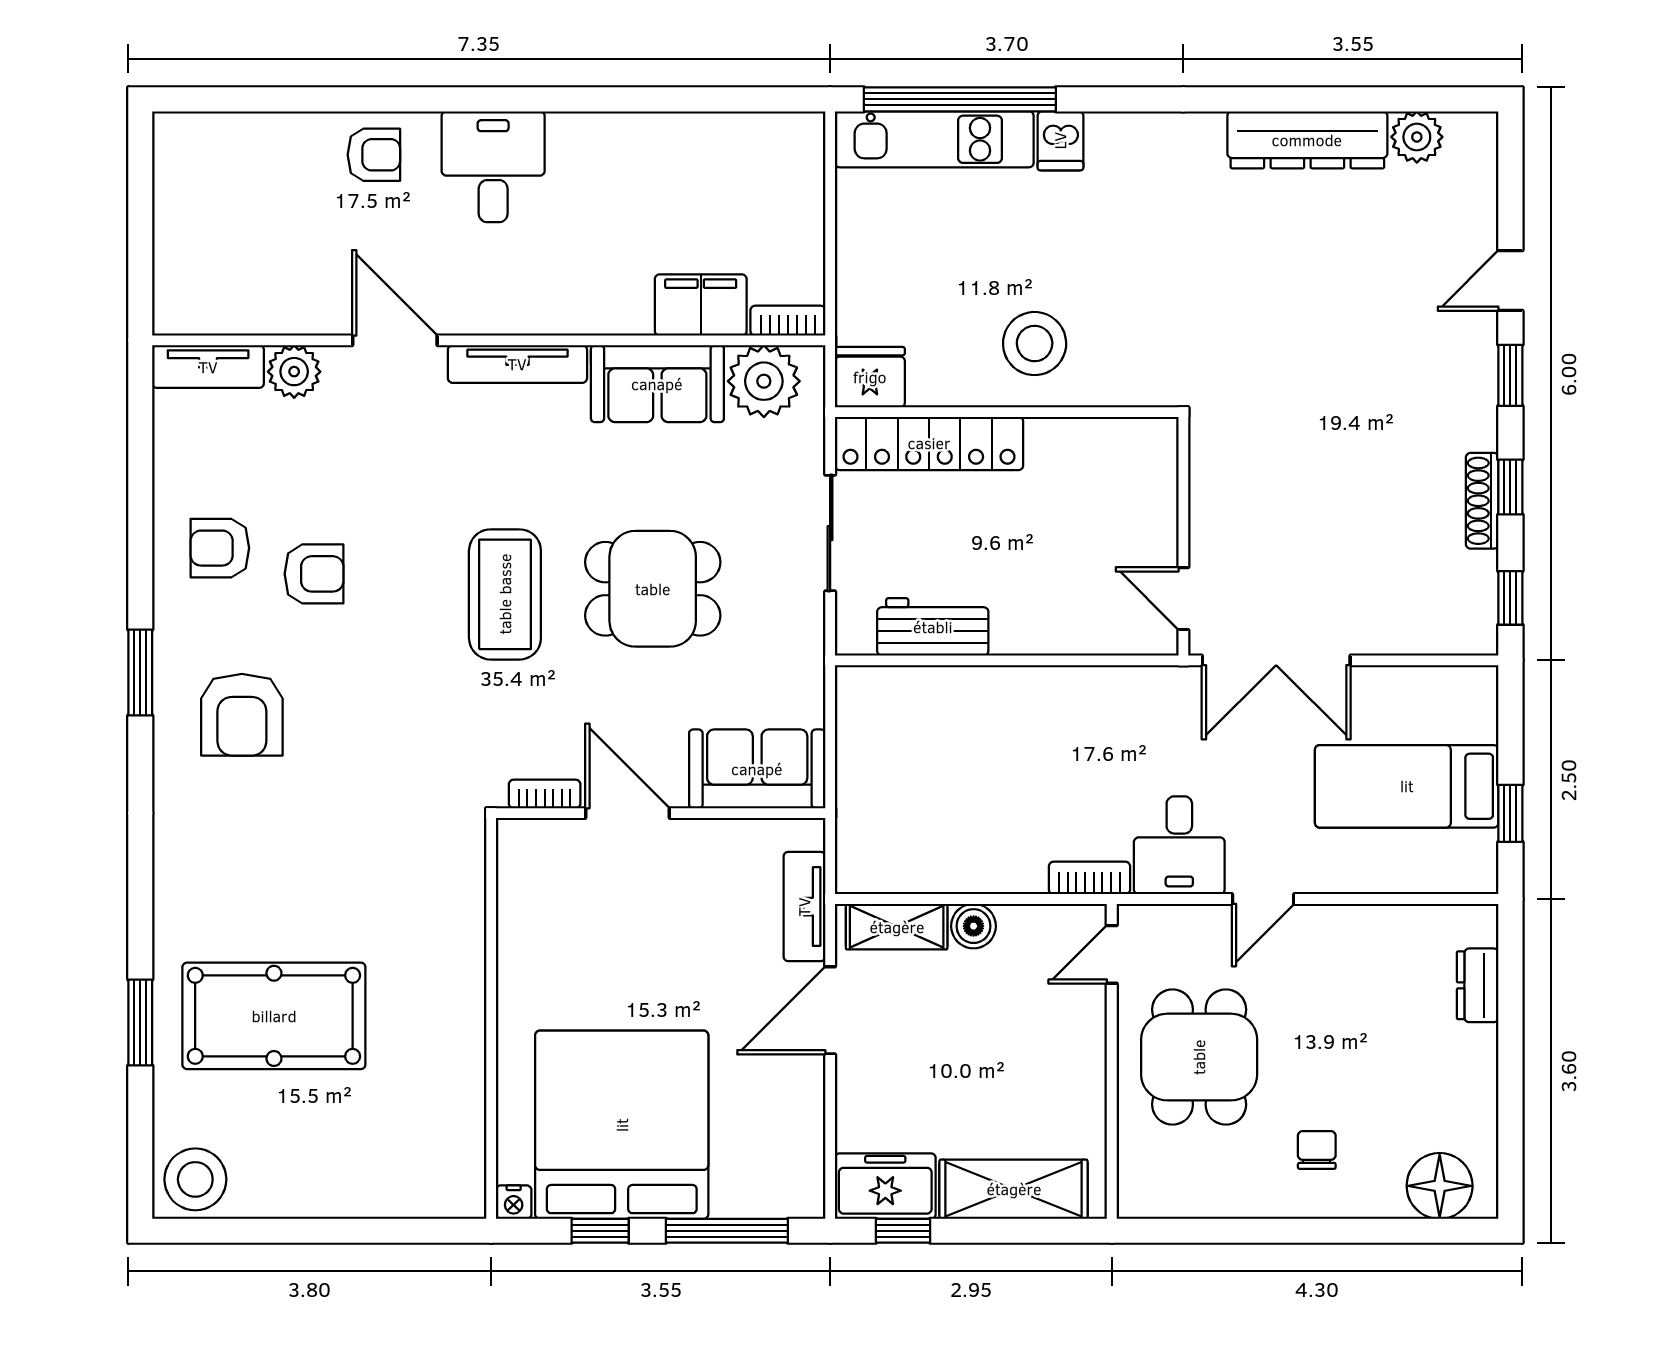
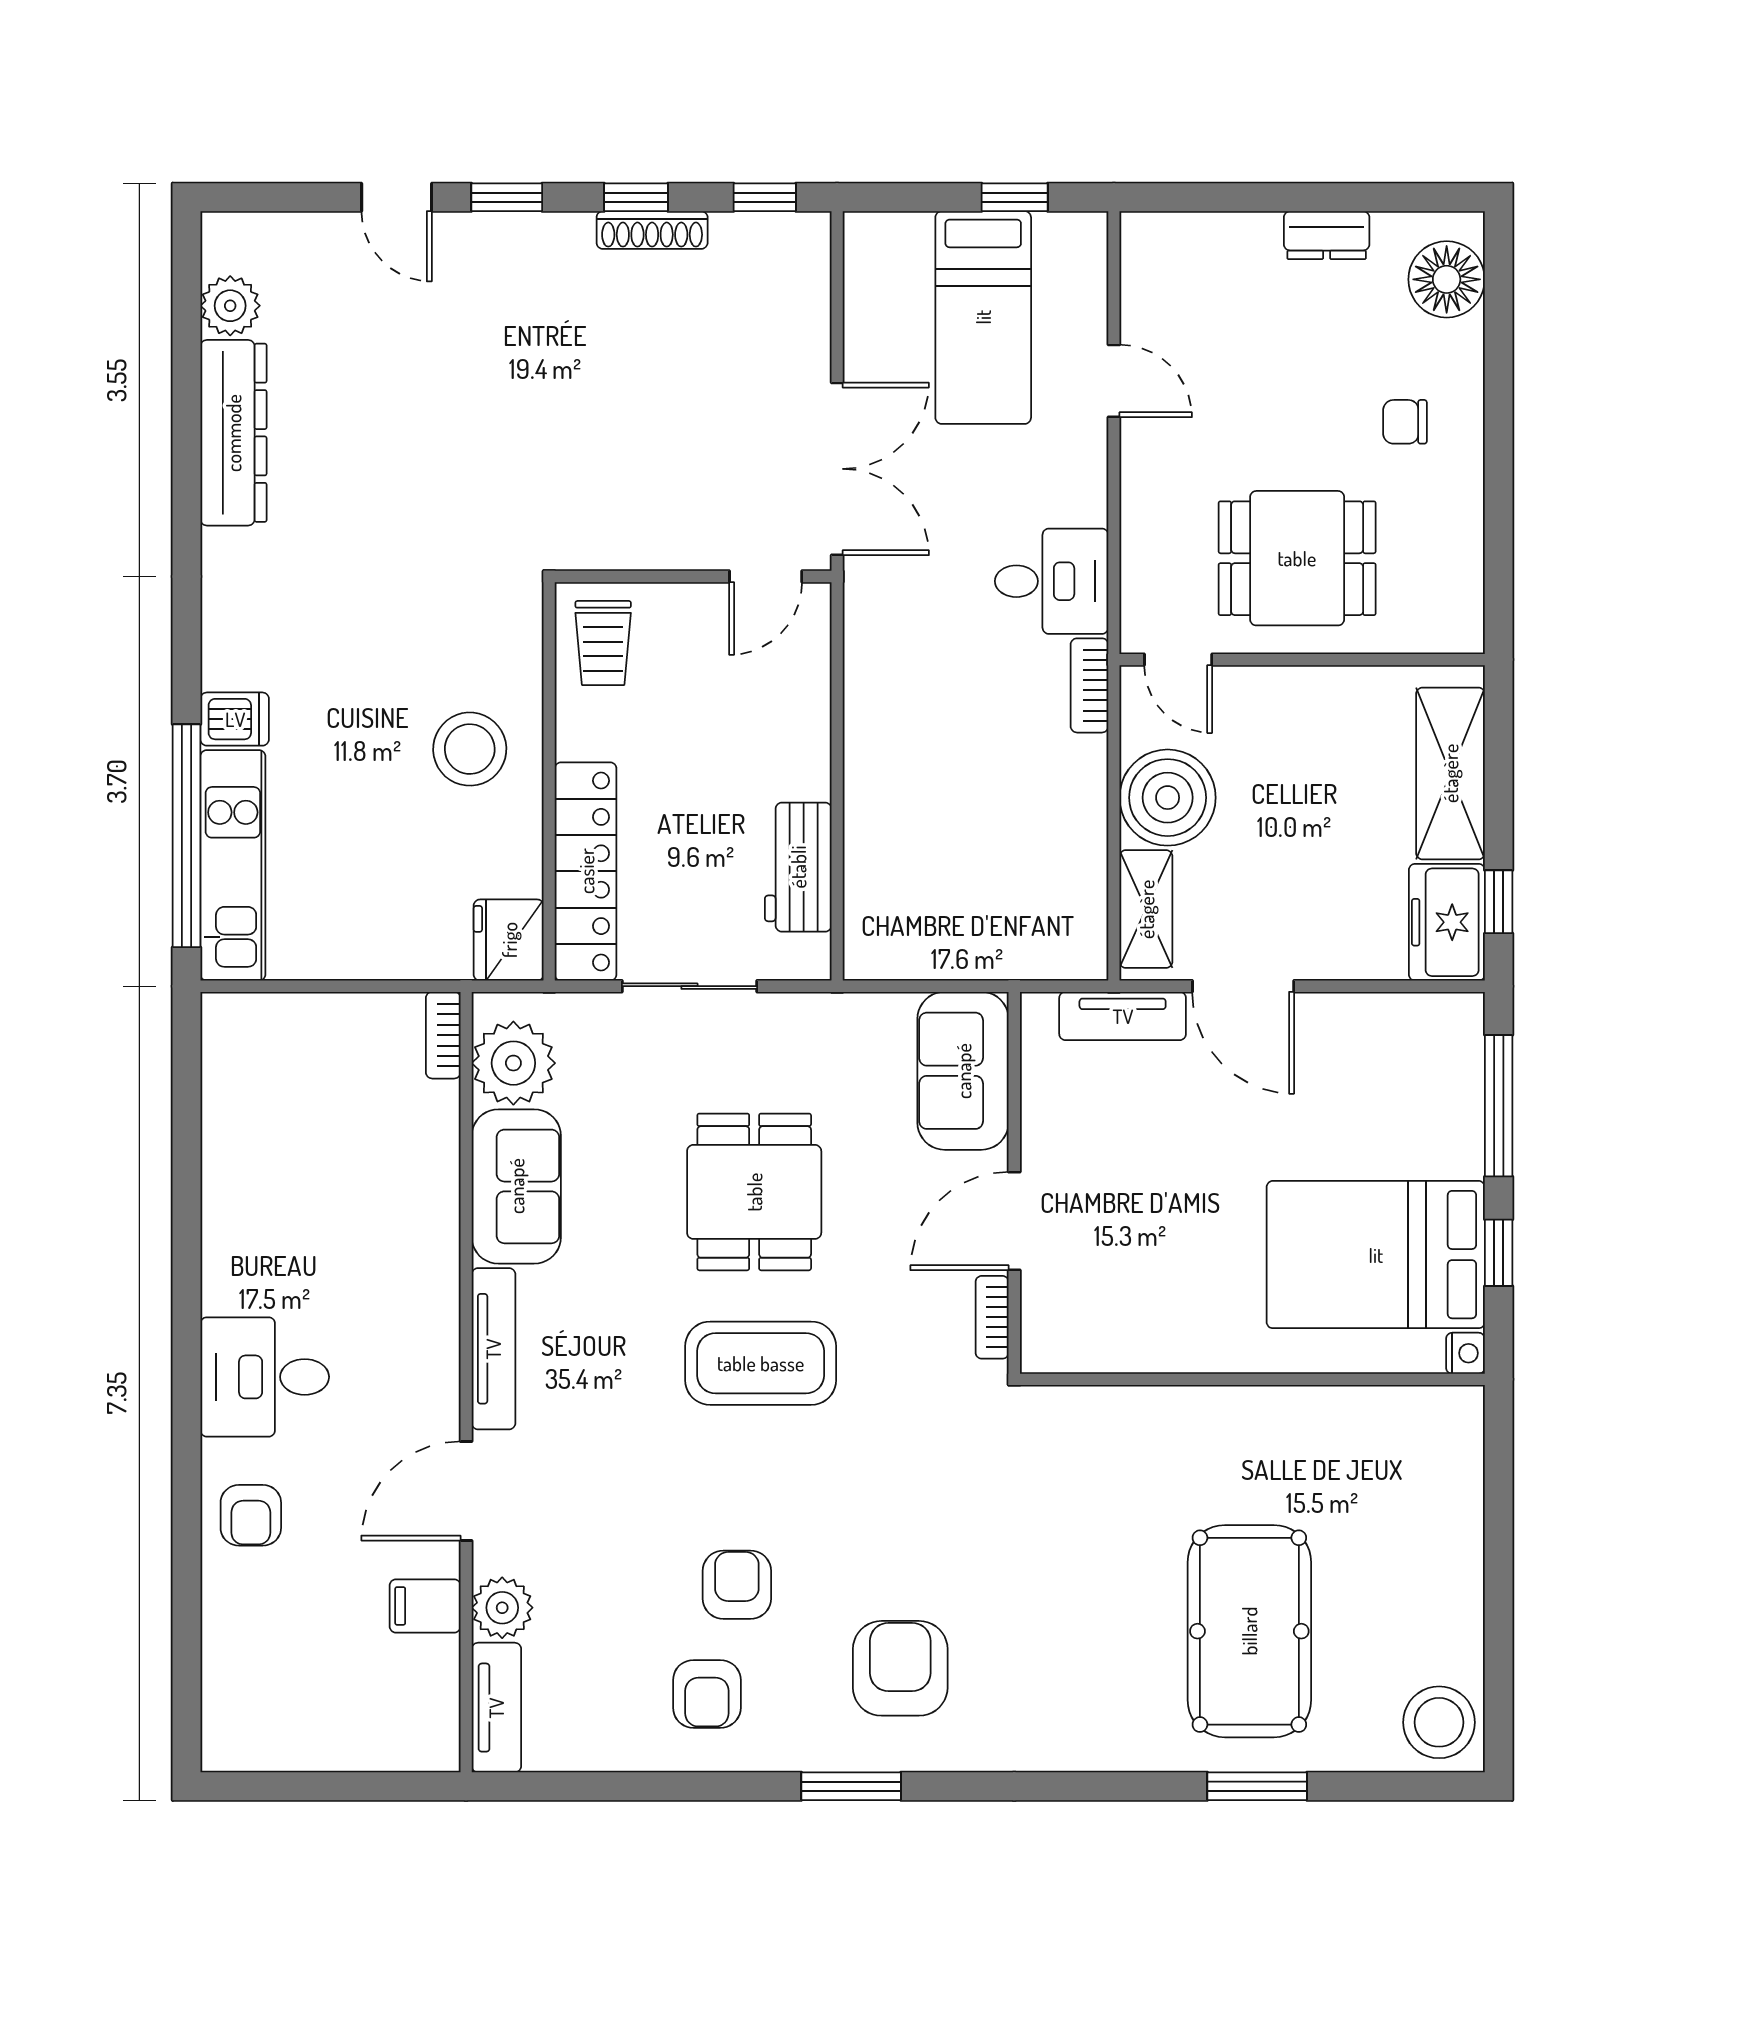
armchair: (374, 155) -> (251, 1515), turned 180
filing cabinet: (701, 305) -> (425, 1606), moved, width x0.50
trolley: (1126, 459) -> (603, 643), added
armchair: (242, 715) -> (900, 1668), turned -90
door: (1263, 899) -> (1114, 381), moved
boiler: (974, 926) -> (1168, 798), width x1.86, depth x1.86
dresser: (1478, 985) -> (1327, 235), moved
bed: (622, 1125) -> (1376, 1255), width x0.73

